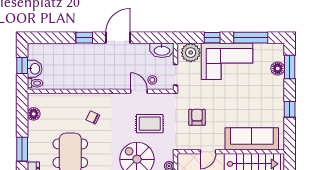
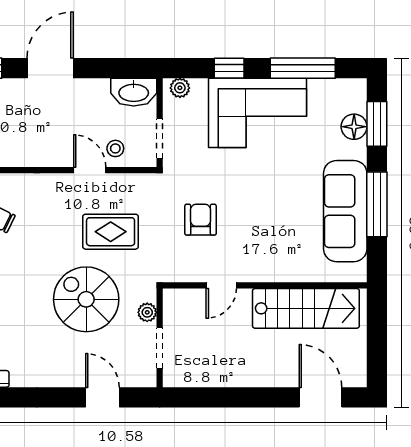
plant: (191, 53) -> (180, 88), width x0.53, depth x0.53
window: (290, 109) -> (377, 204), width x2.17
sofa: (252, 139) -> (345, 211), moved, turned -90

